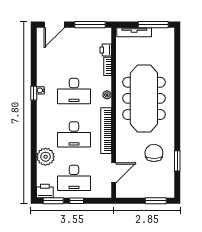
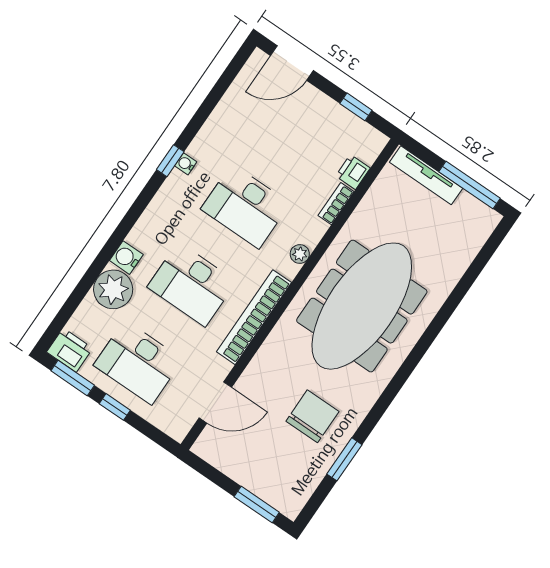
window: (90, 25) -> (356, 107), width x0.46
water cooler: (42, 141) -> (126, 258), added

